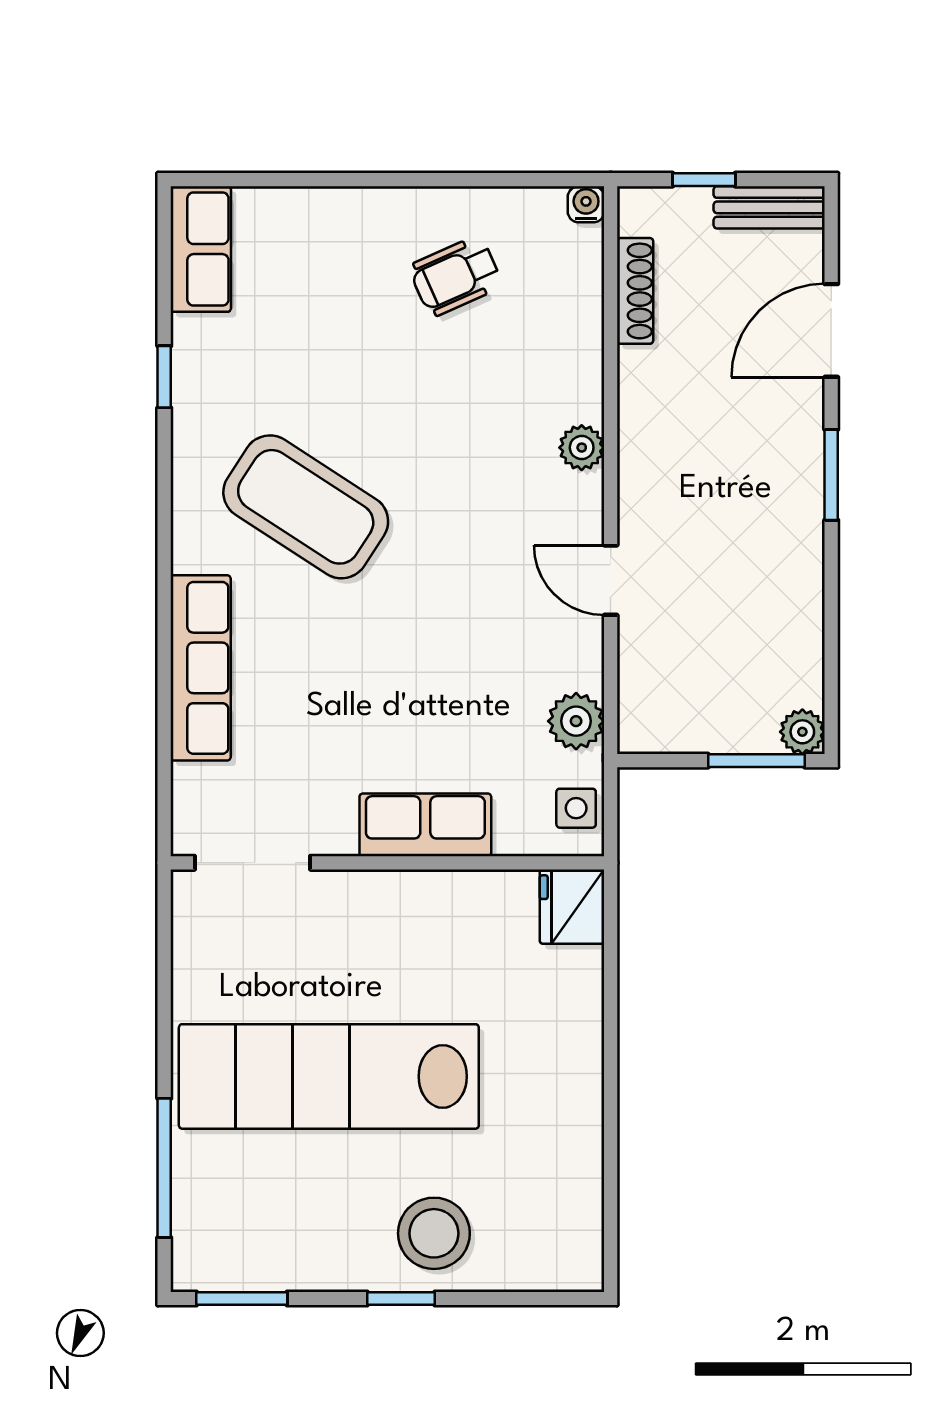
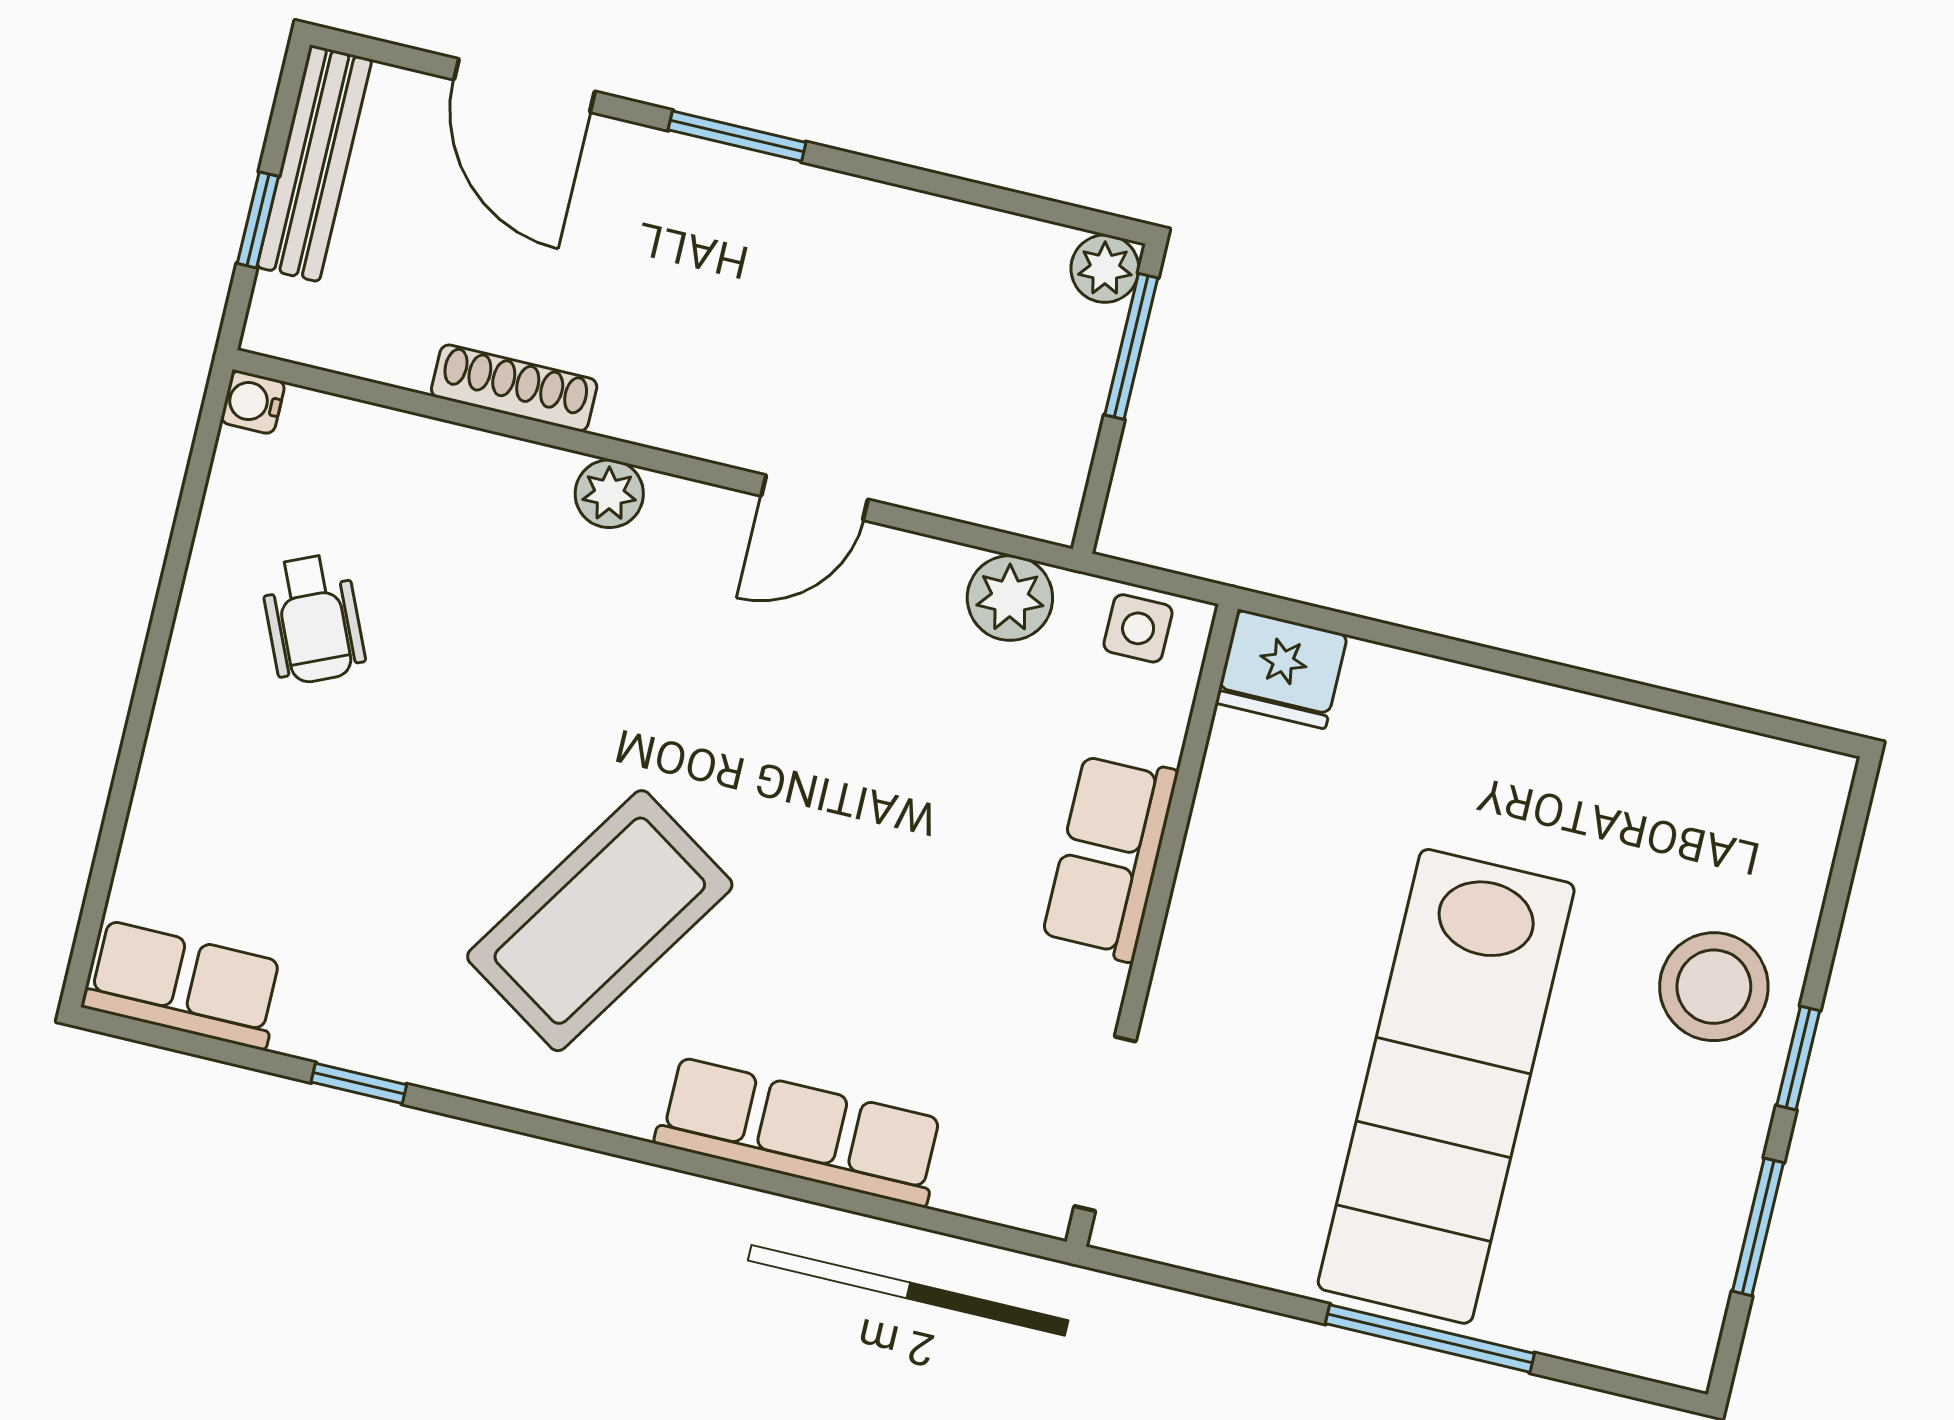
bench: (769, 207) -> (314, 163), width x1.36
shoe rack: (635, 291) -> (514, 388), moved
window: (164, 1168) -> (1430, 1339), moved
window: (242, 1299) -> (1758, 1227), moved

